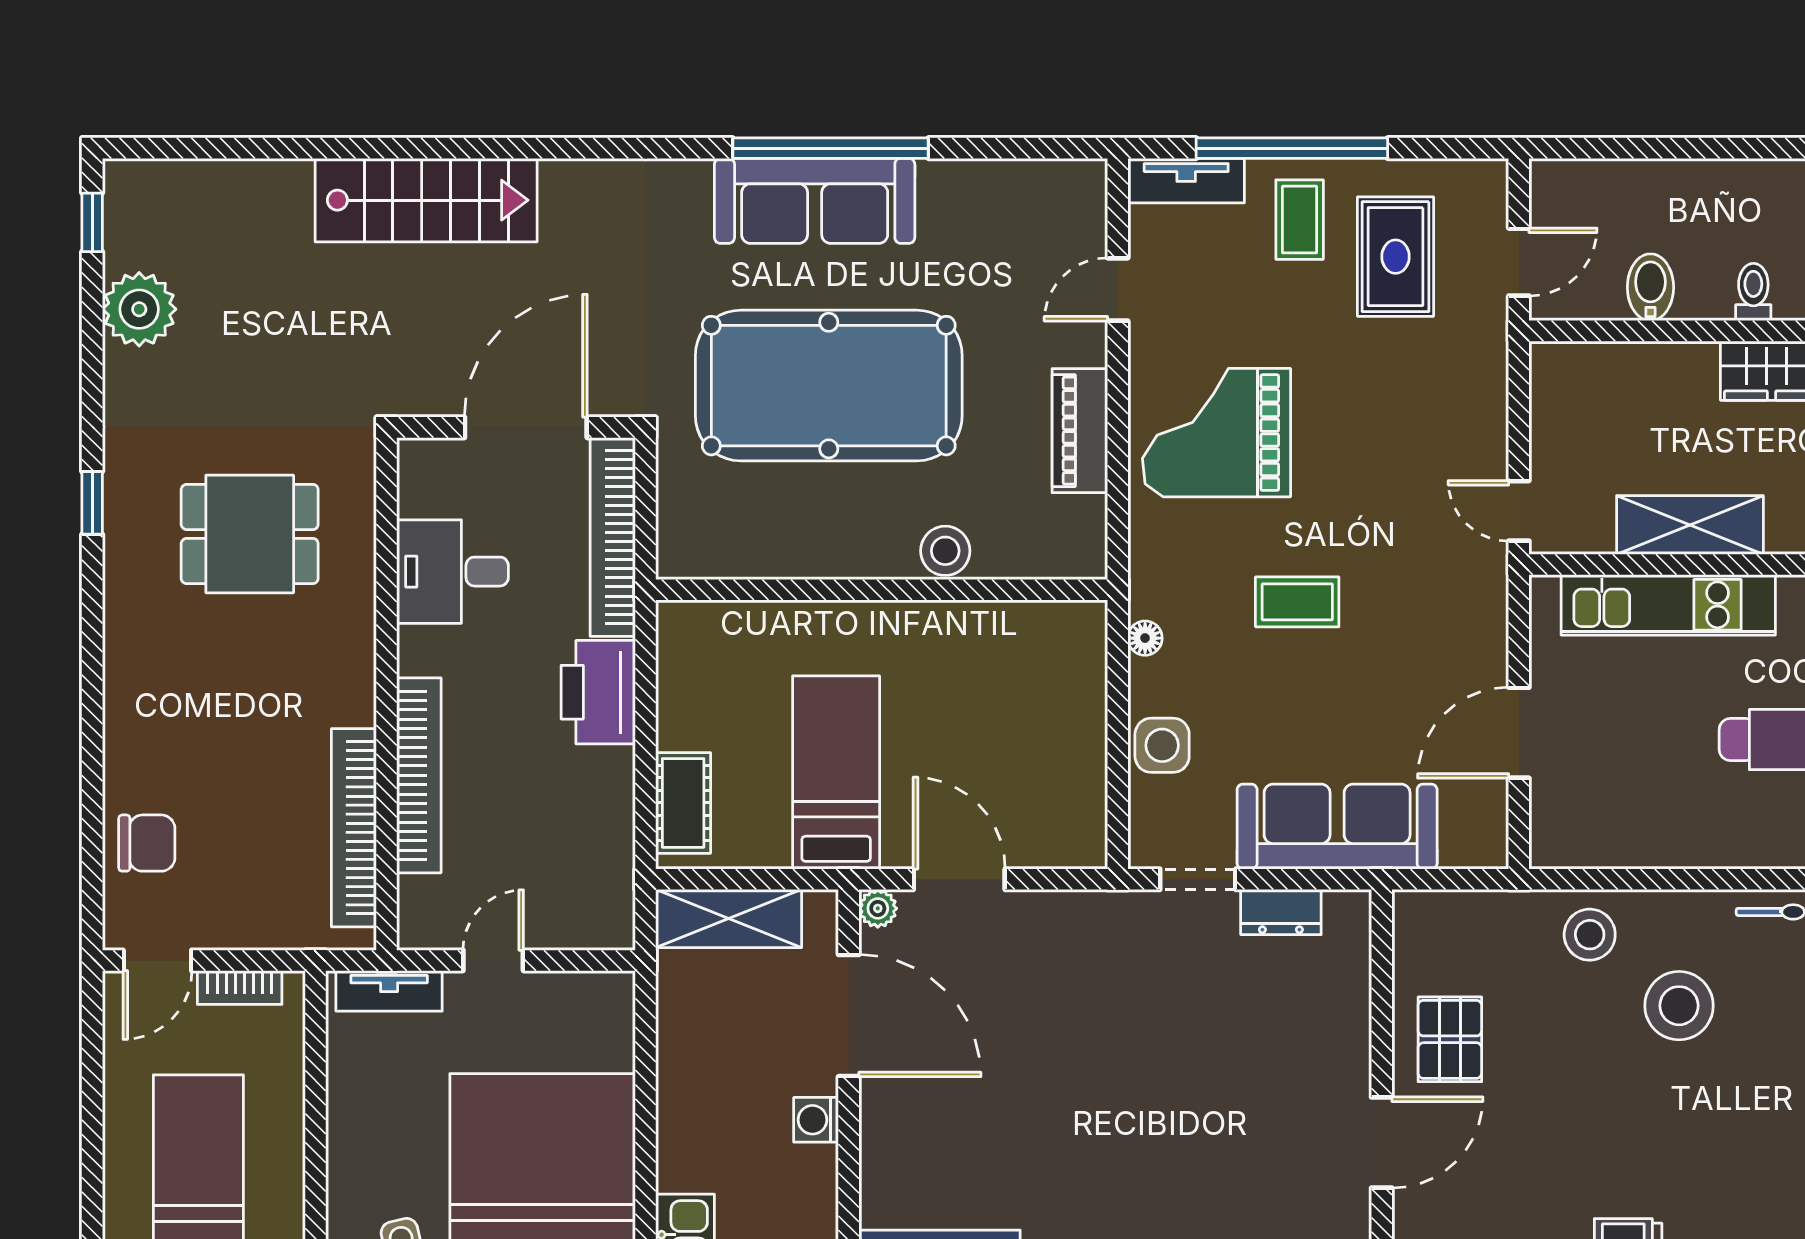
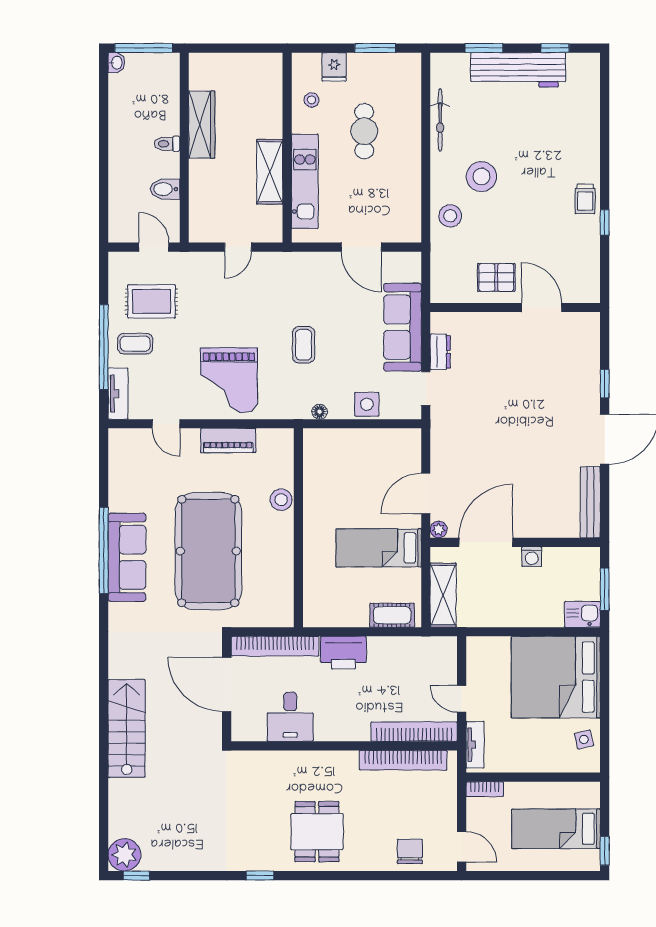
plant: (139, 309) -> (124, 855), moved
door: (1519, 511) -> (238, 247), moved
dining table: (250, 534) -> (317, 832), moved
bookcase: (419, 775) -> (414, 732), moved
bookcase: (240, 988) -> (485, 789), moved, turned 90

